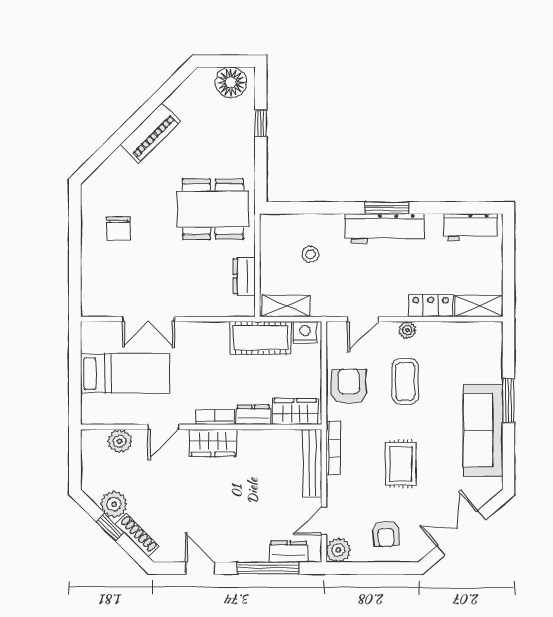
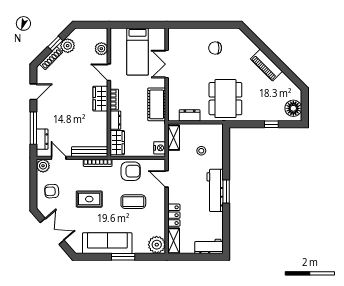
workbench: (471, 227) -> (209, 246), moved, turned 90
plant: (407, 330) -> (157, 245), moved, width x1.87, depth x1.87
cot: (261, 338) -> (157, 104), moved

